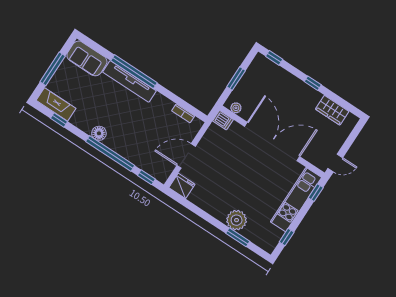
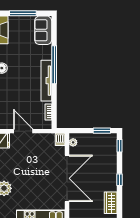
window: (236, 79) -> (102, 131), moved
tv unit: (130, 81) -> (46, 81), moved

